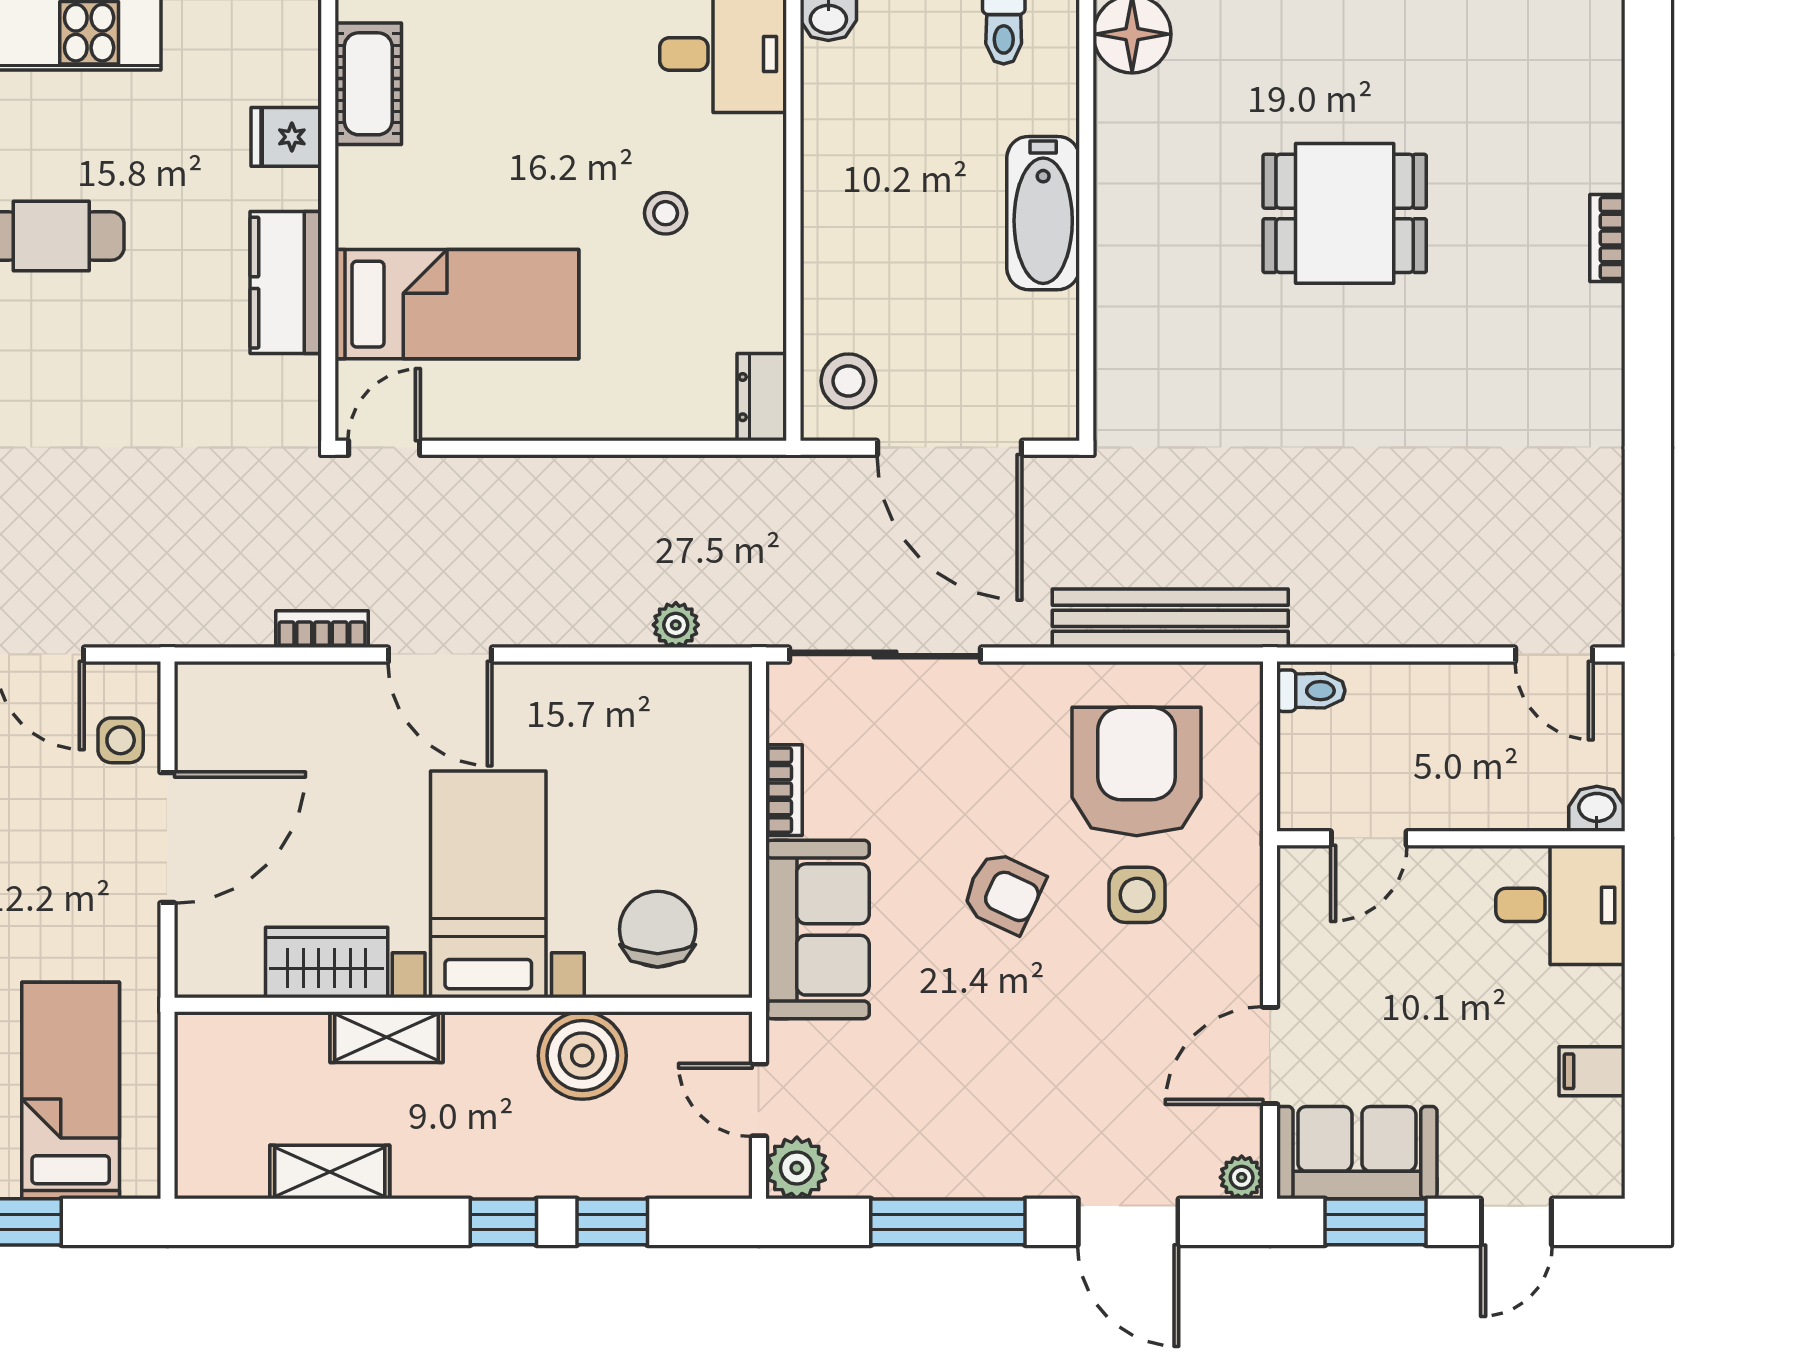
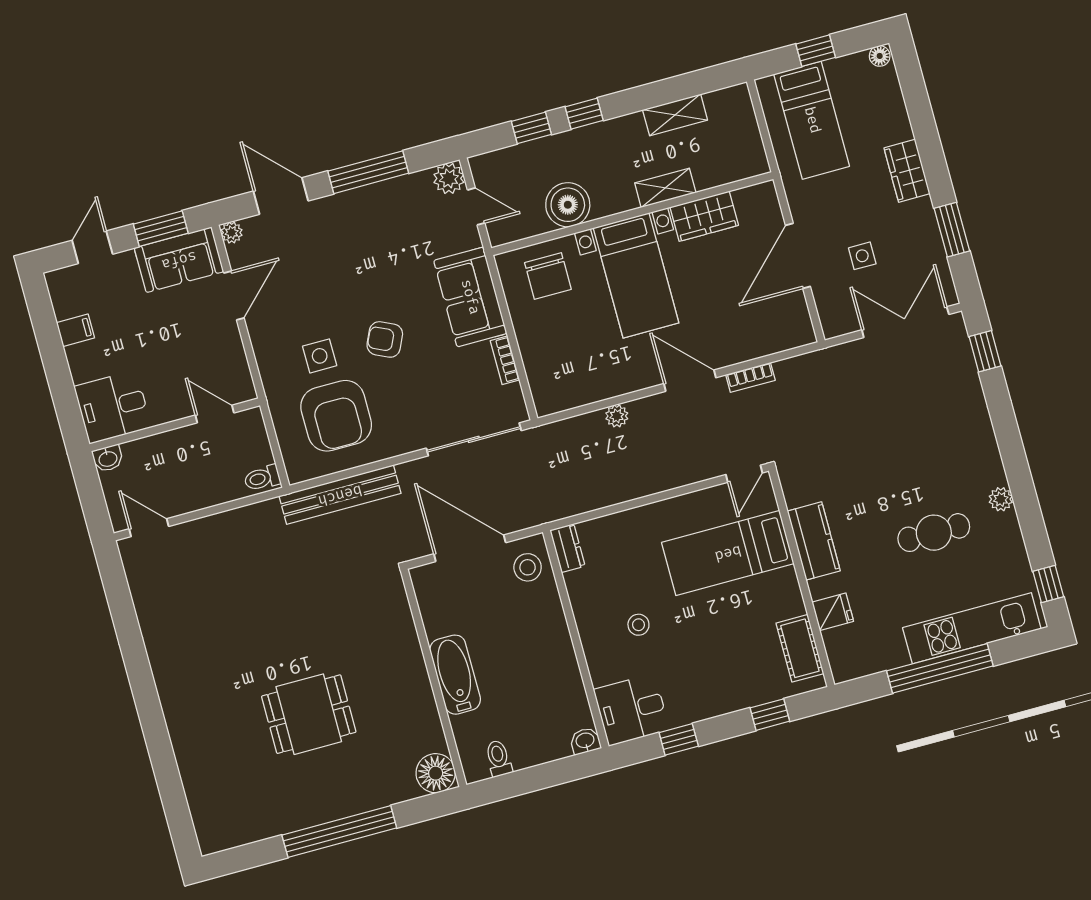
bookcase: (1607, 238) -> (178, 737), removed
plant: (676, 625) -> (617, 416), moved
side table: (121, 740) -> (862, 256), moved
door: (1369, 838) -> (215, 414), hinge flipped

